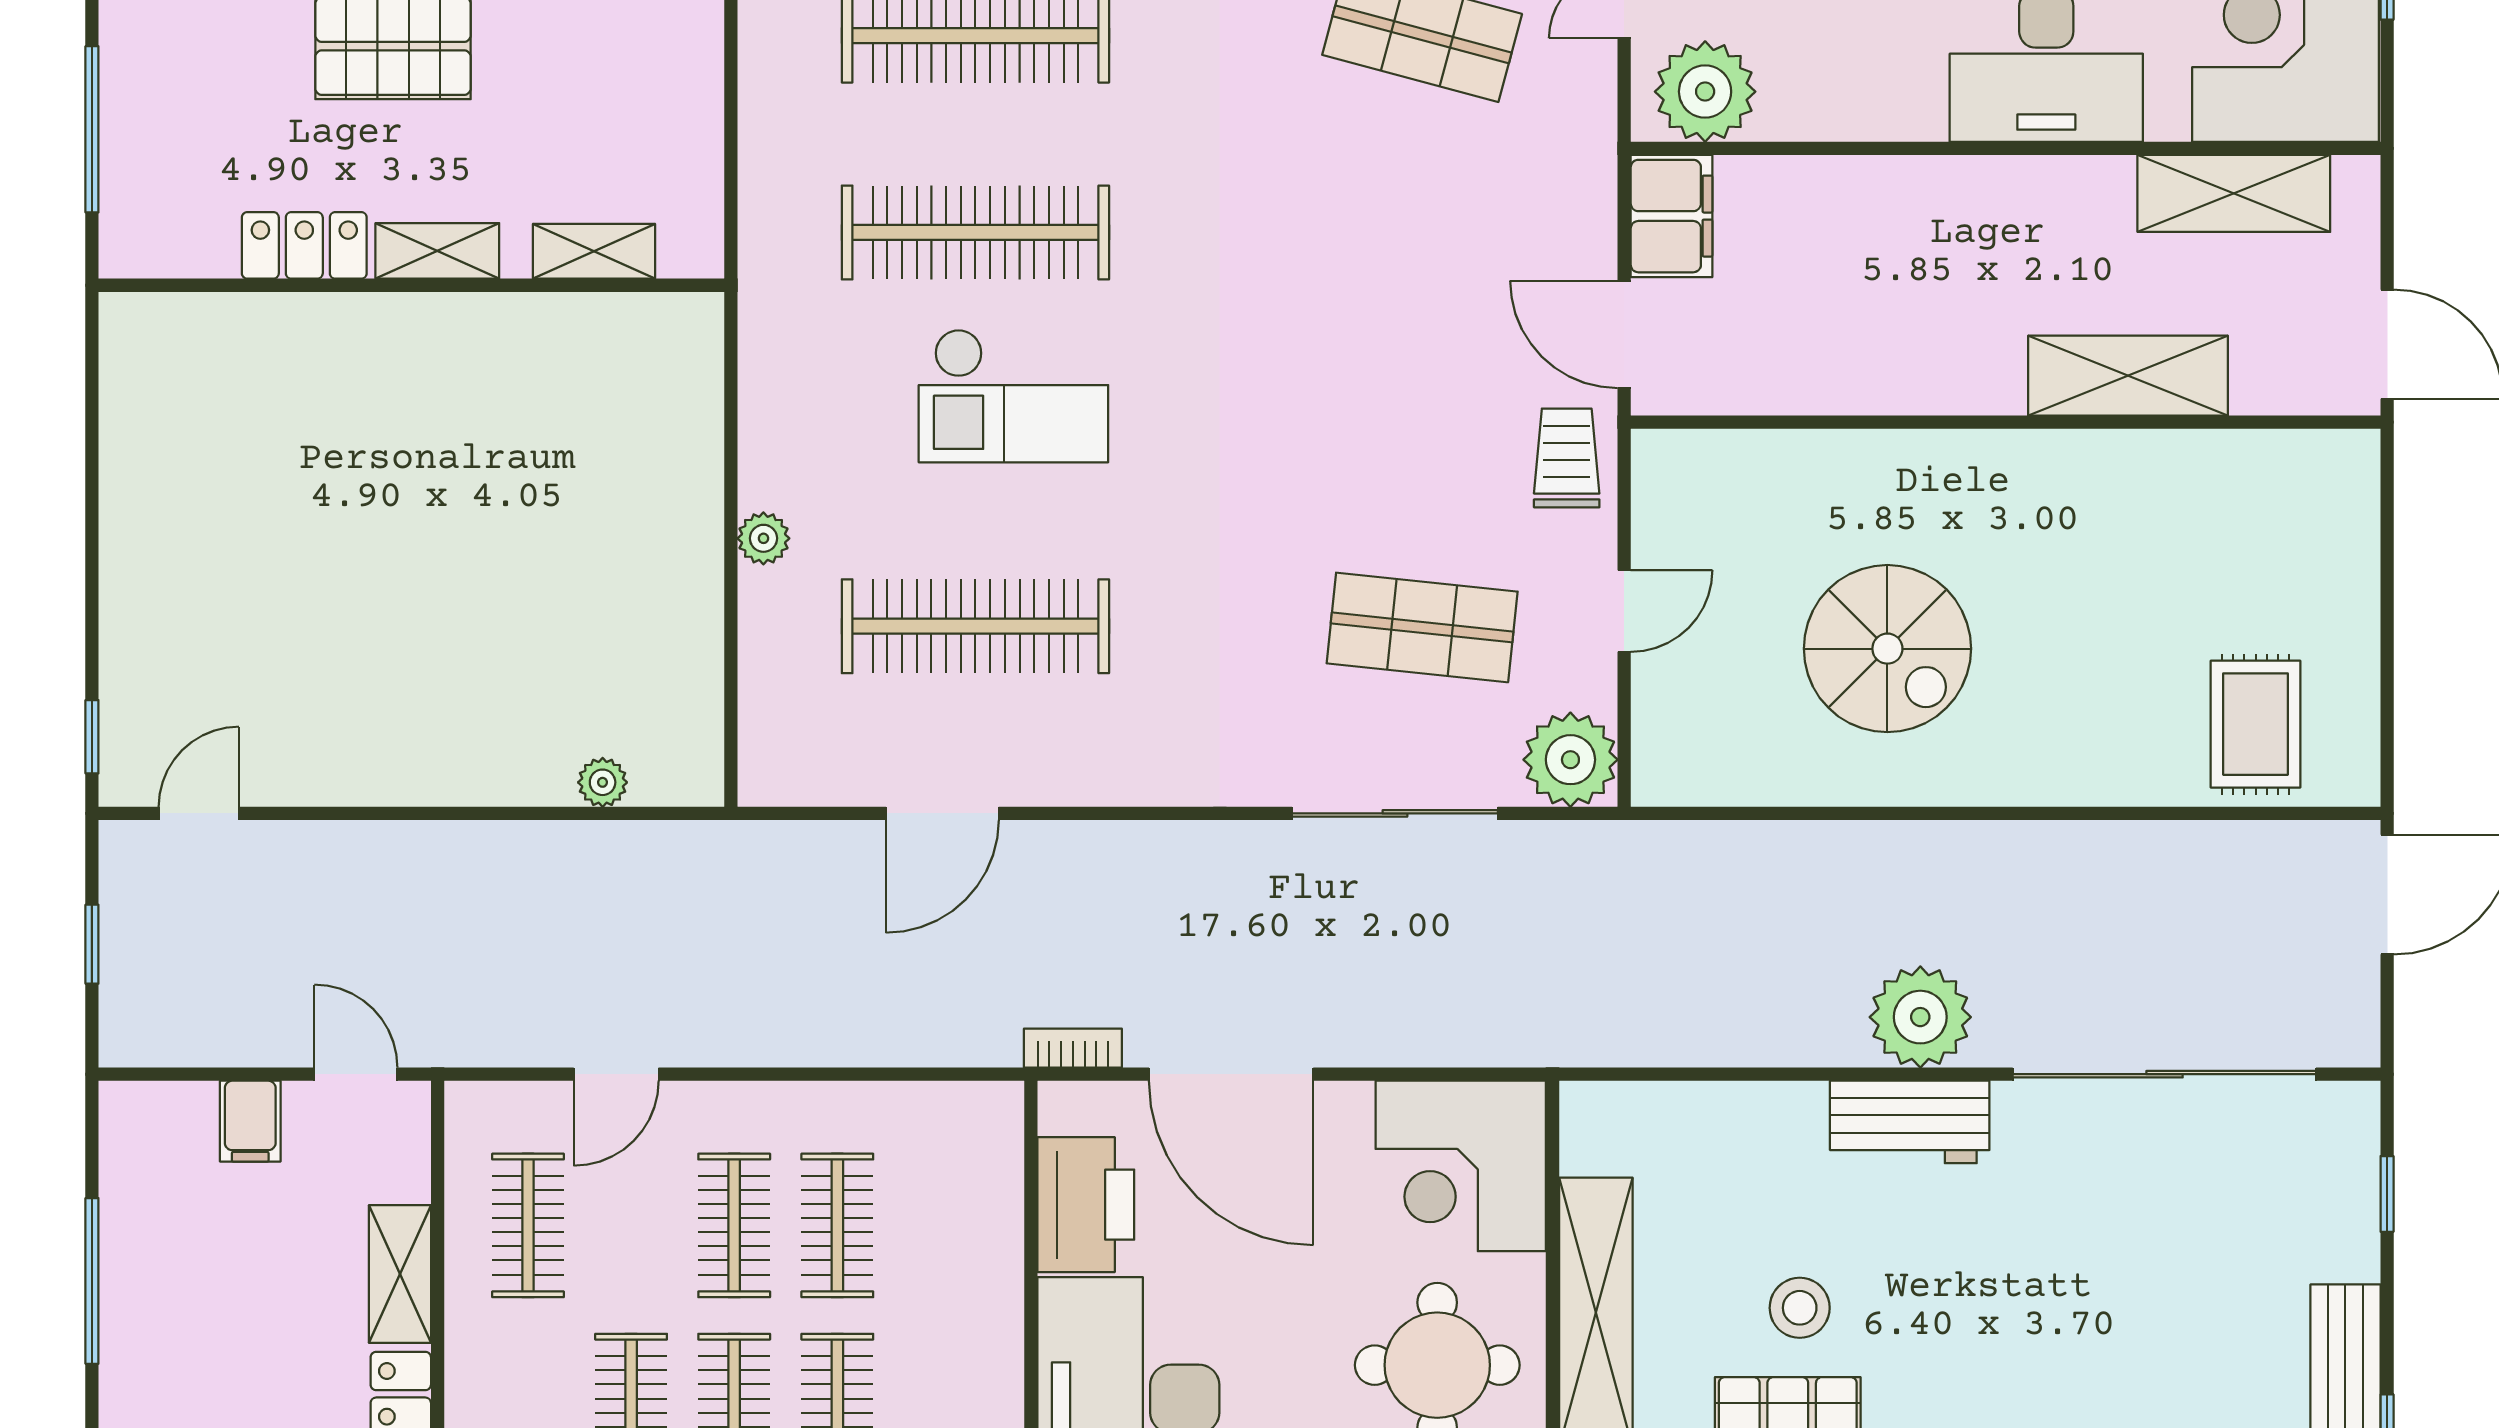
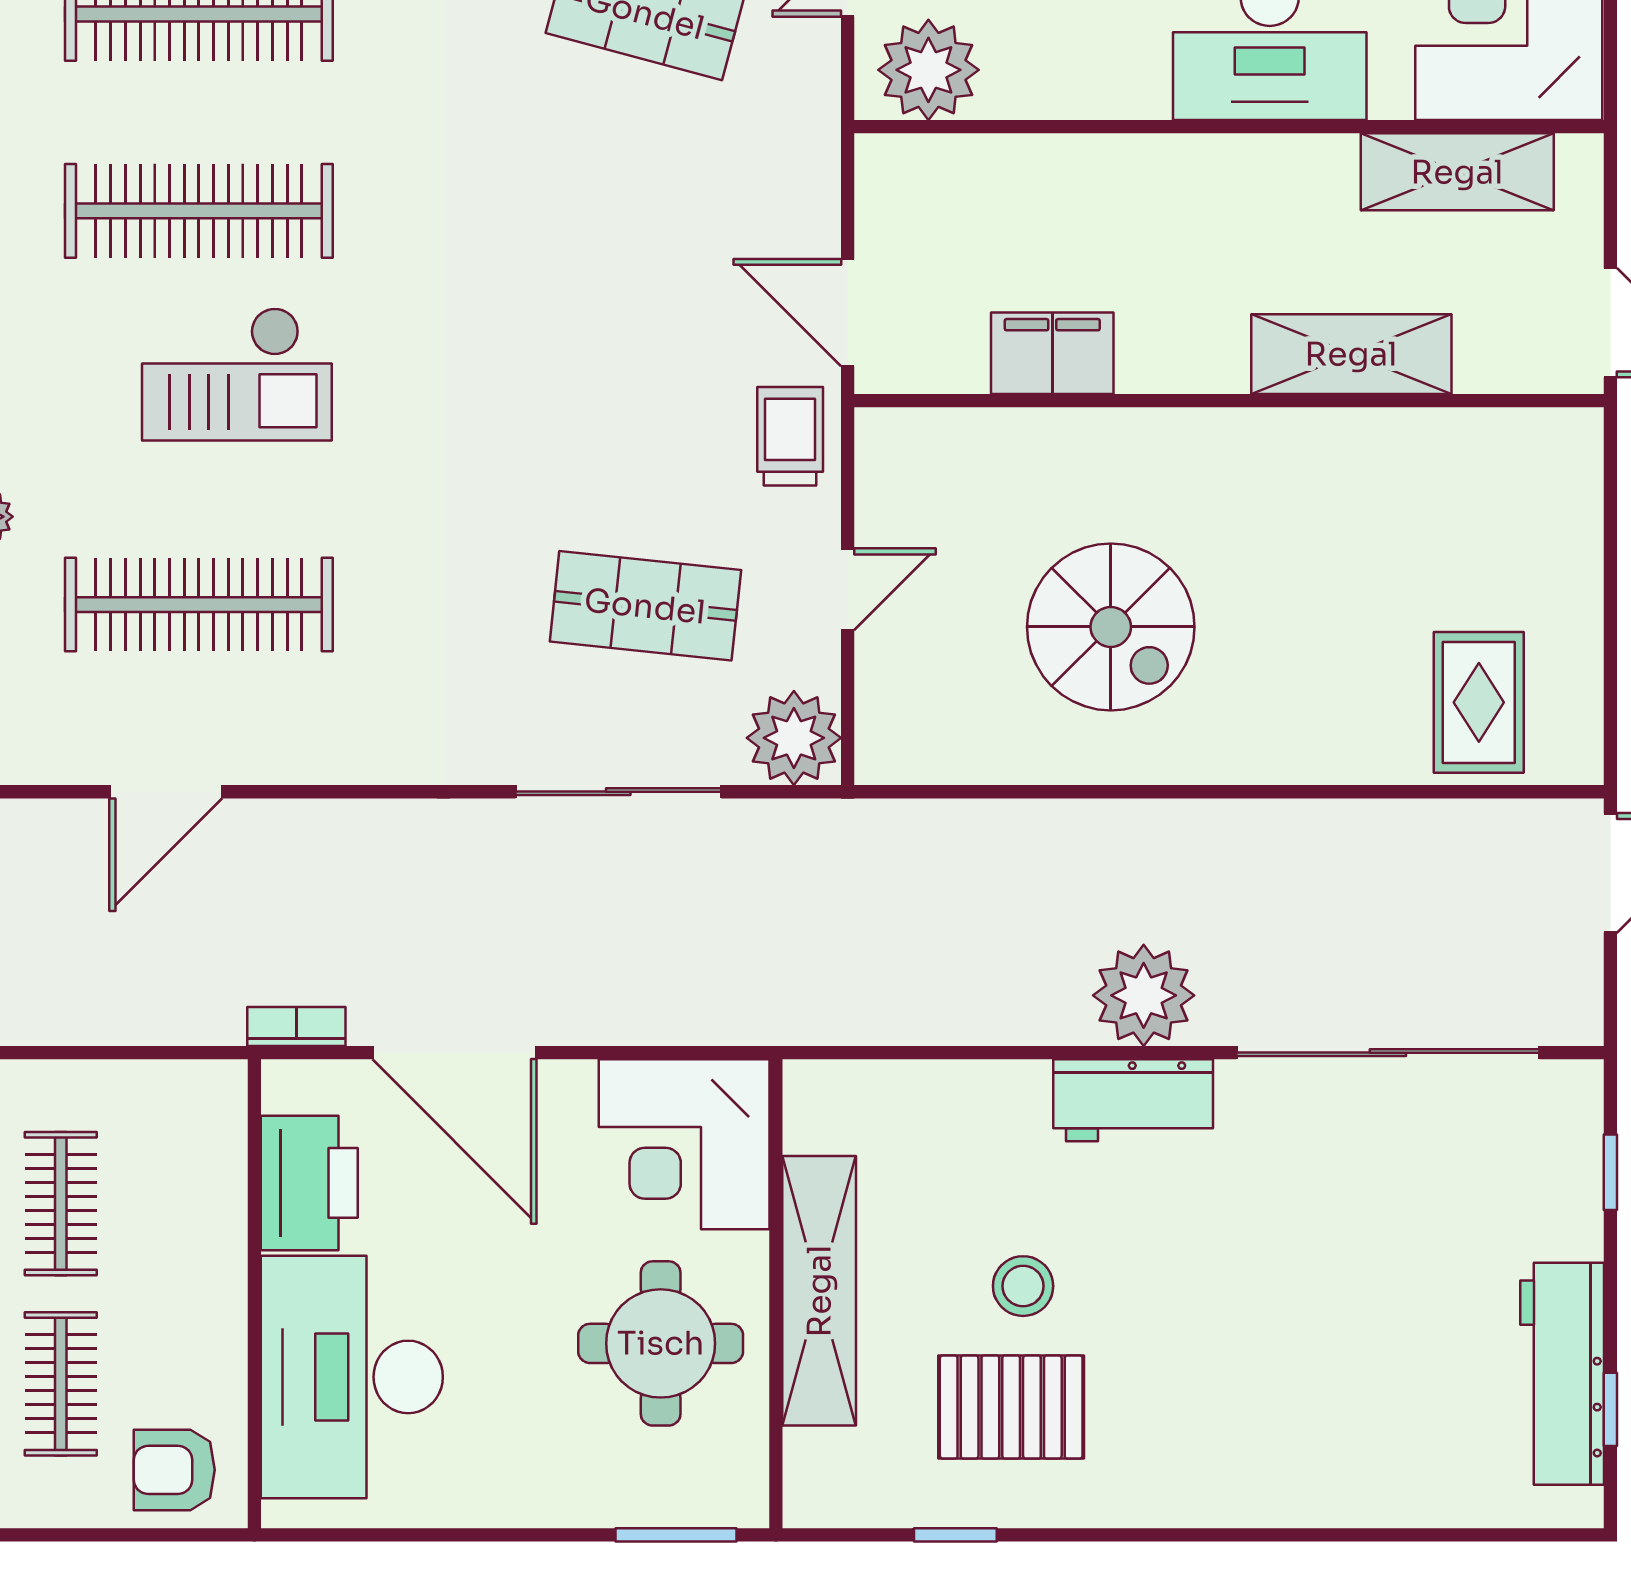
filing cabinet: (1672, 216) -> (1052, 353), moved, turned -90

